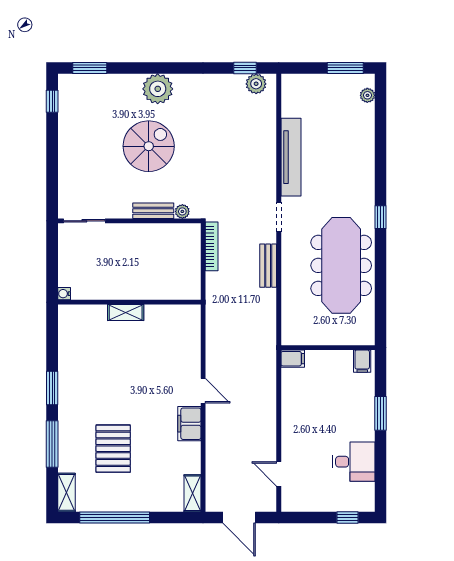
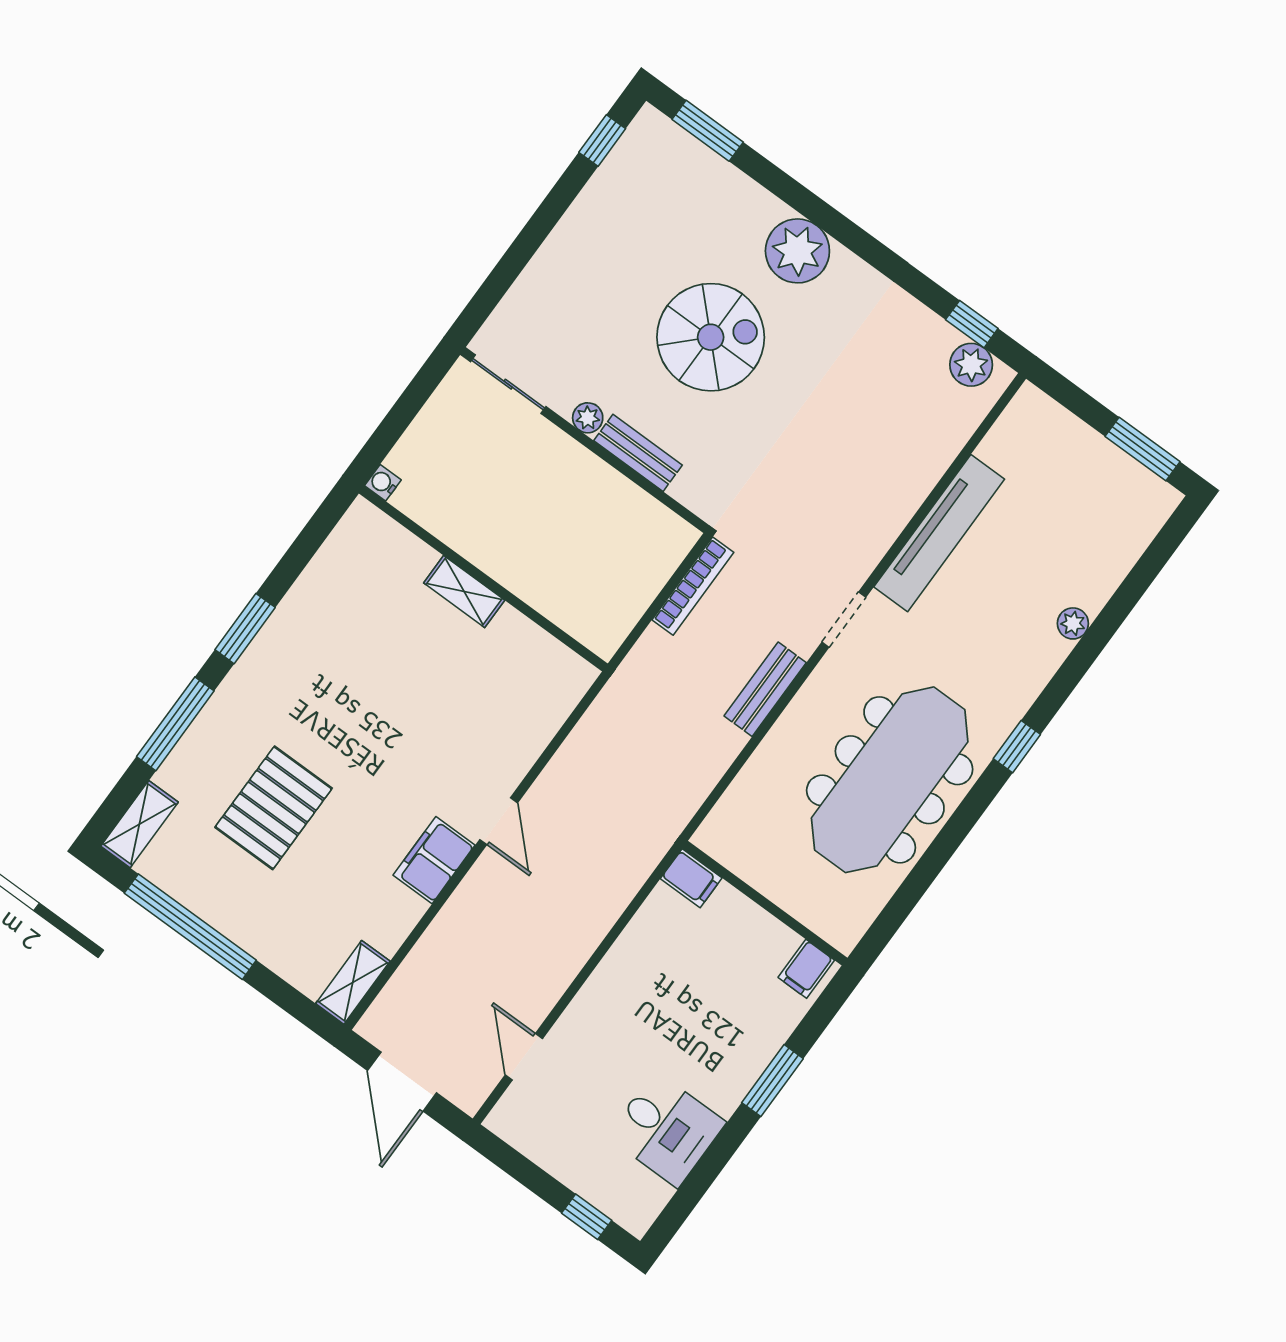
plant: (367, 95) -> (1073, 623), moved
plant: (182, 211) -> (588, 418), moved

